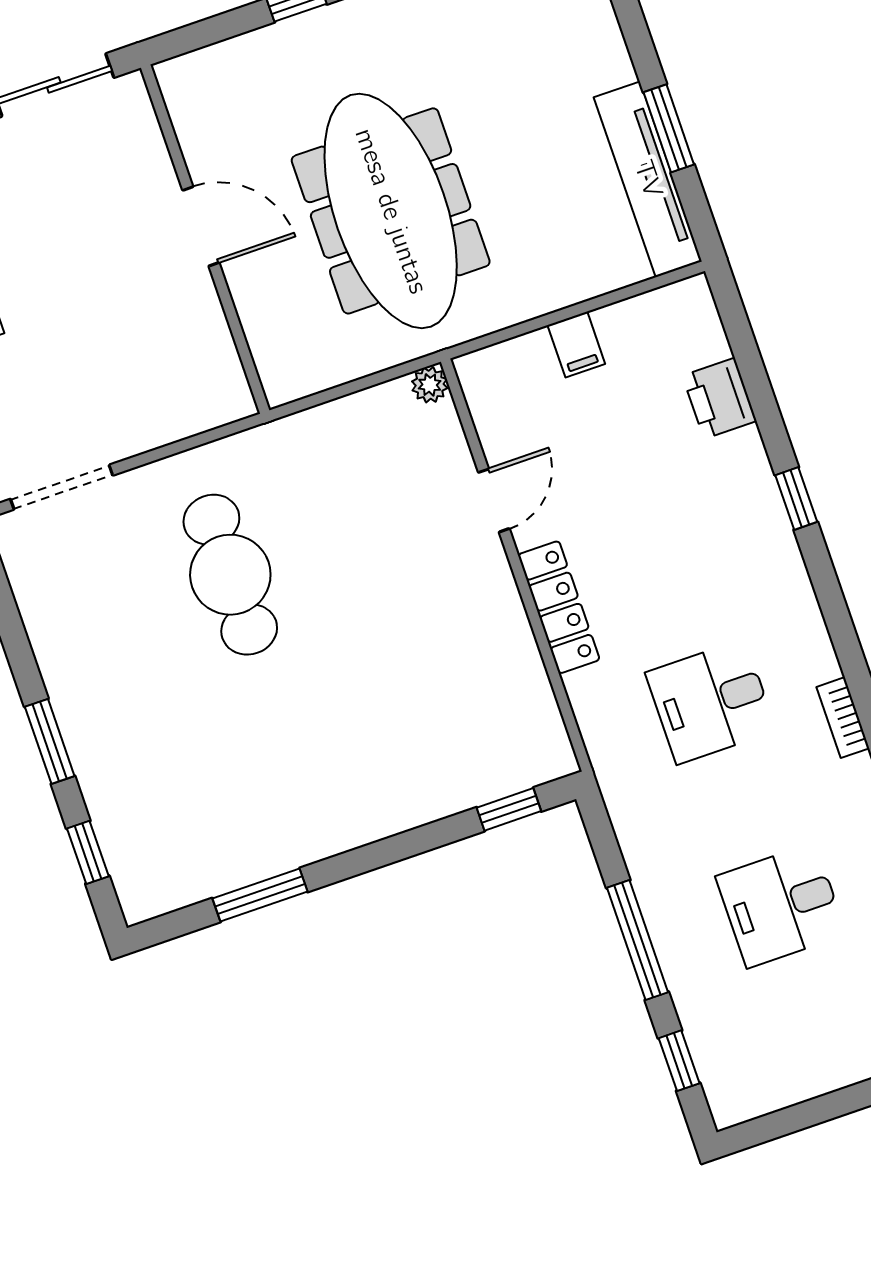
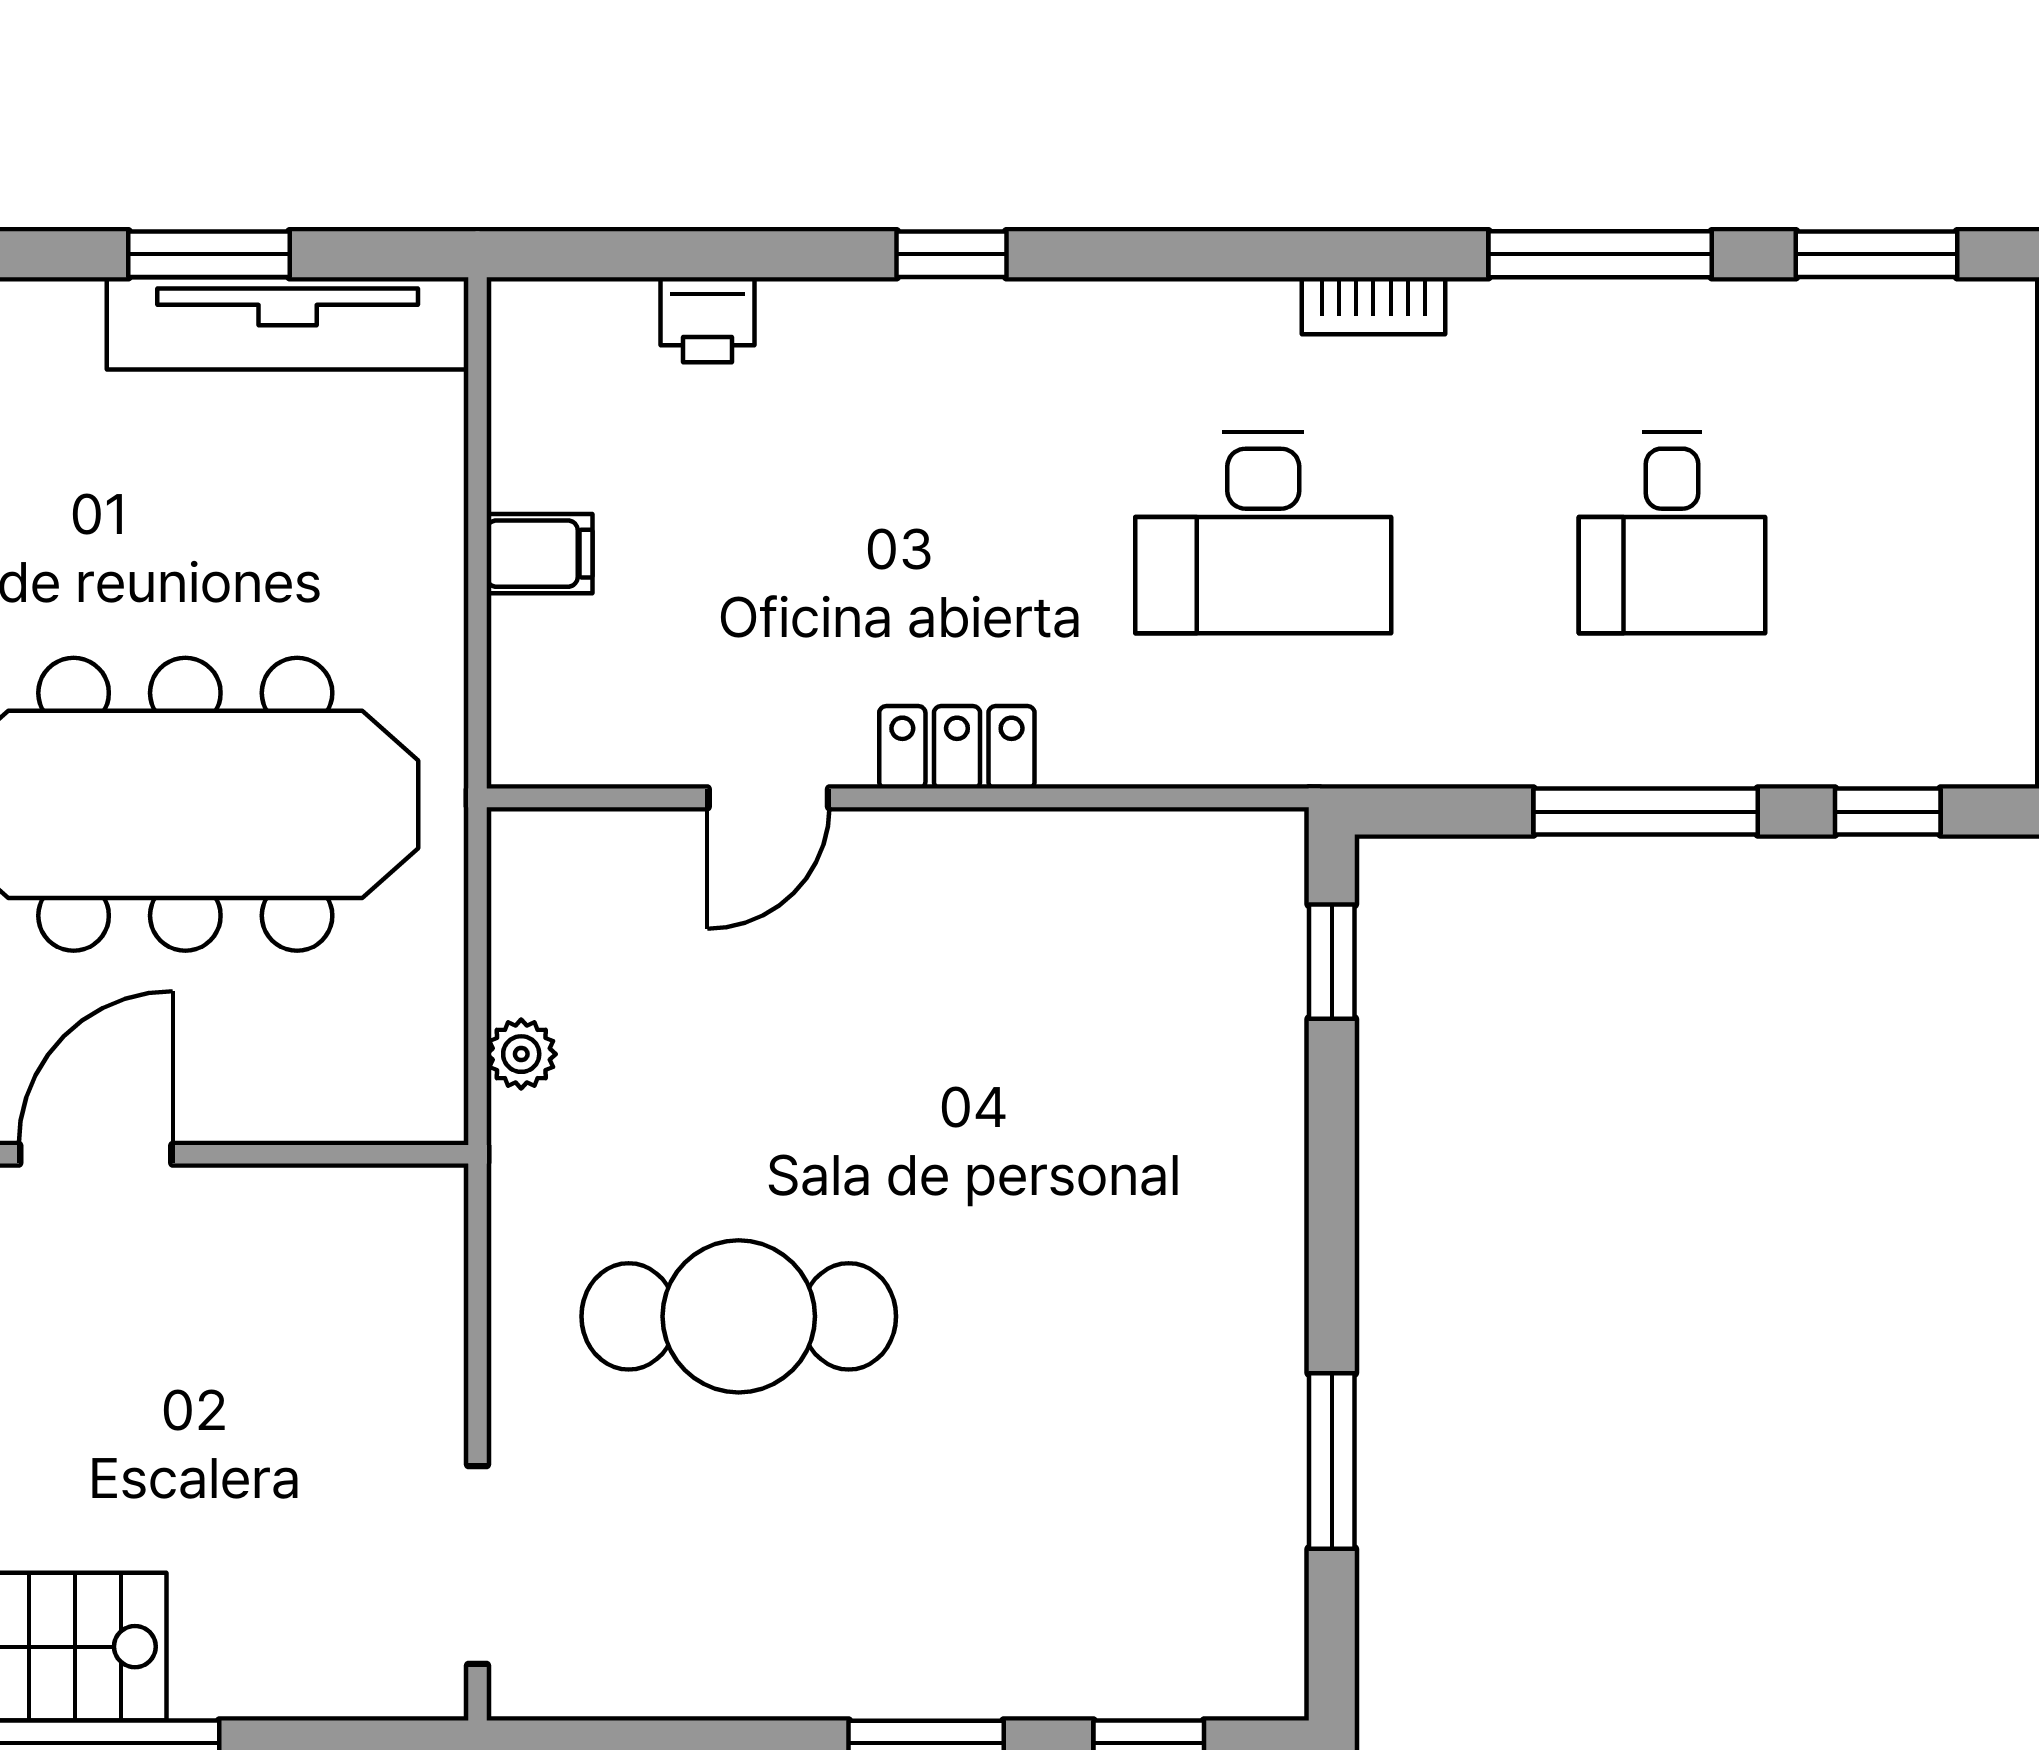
plant: (430, 385) -> (521, 1054), moved
printer: (720, 398) -> (707, 320), width x0.73, depth x0.81
door: (494, 500) -> (768, 798), swing flipped
locker: (559, 607) -> (957, 747), width x0.66
desk: (711, 702) -> (1263, 533), width x1.37

